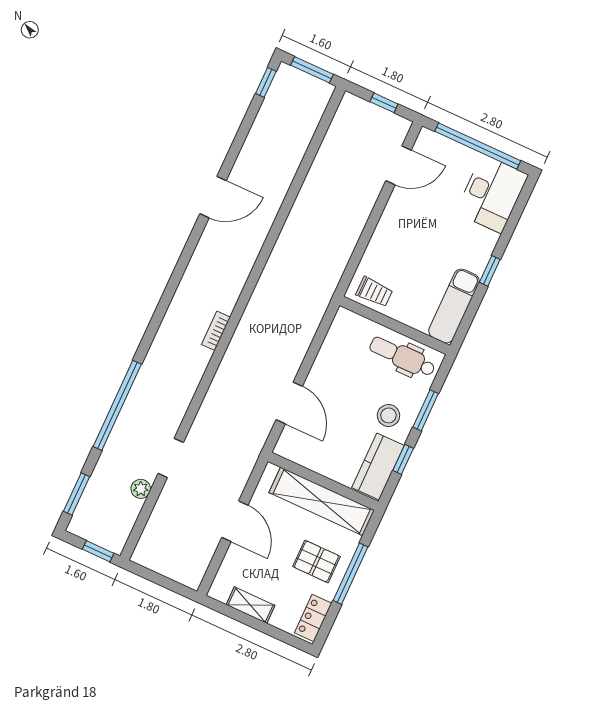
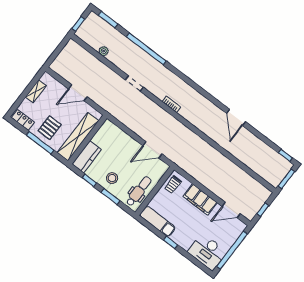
door: (399, 165) -> (231, 210), hinge flipped
filing cabinet: (391, 231) -> (200, 199), added
door: (289, 403) -> (152, 150), moved
doorway: (171, 458) -> (134, 84), moved
kitchen counter: (378, 467) -> (87, 157), moved, turned 90

